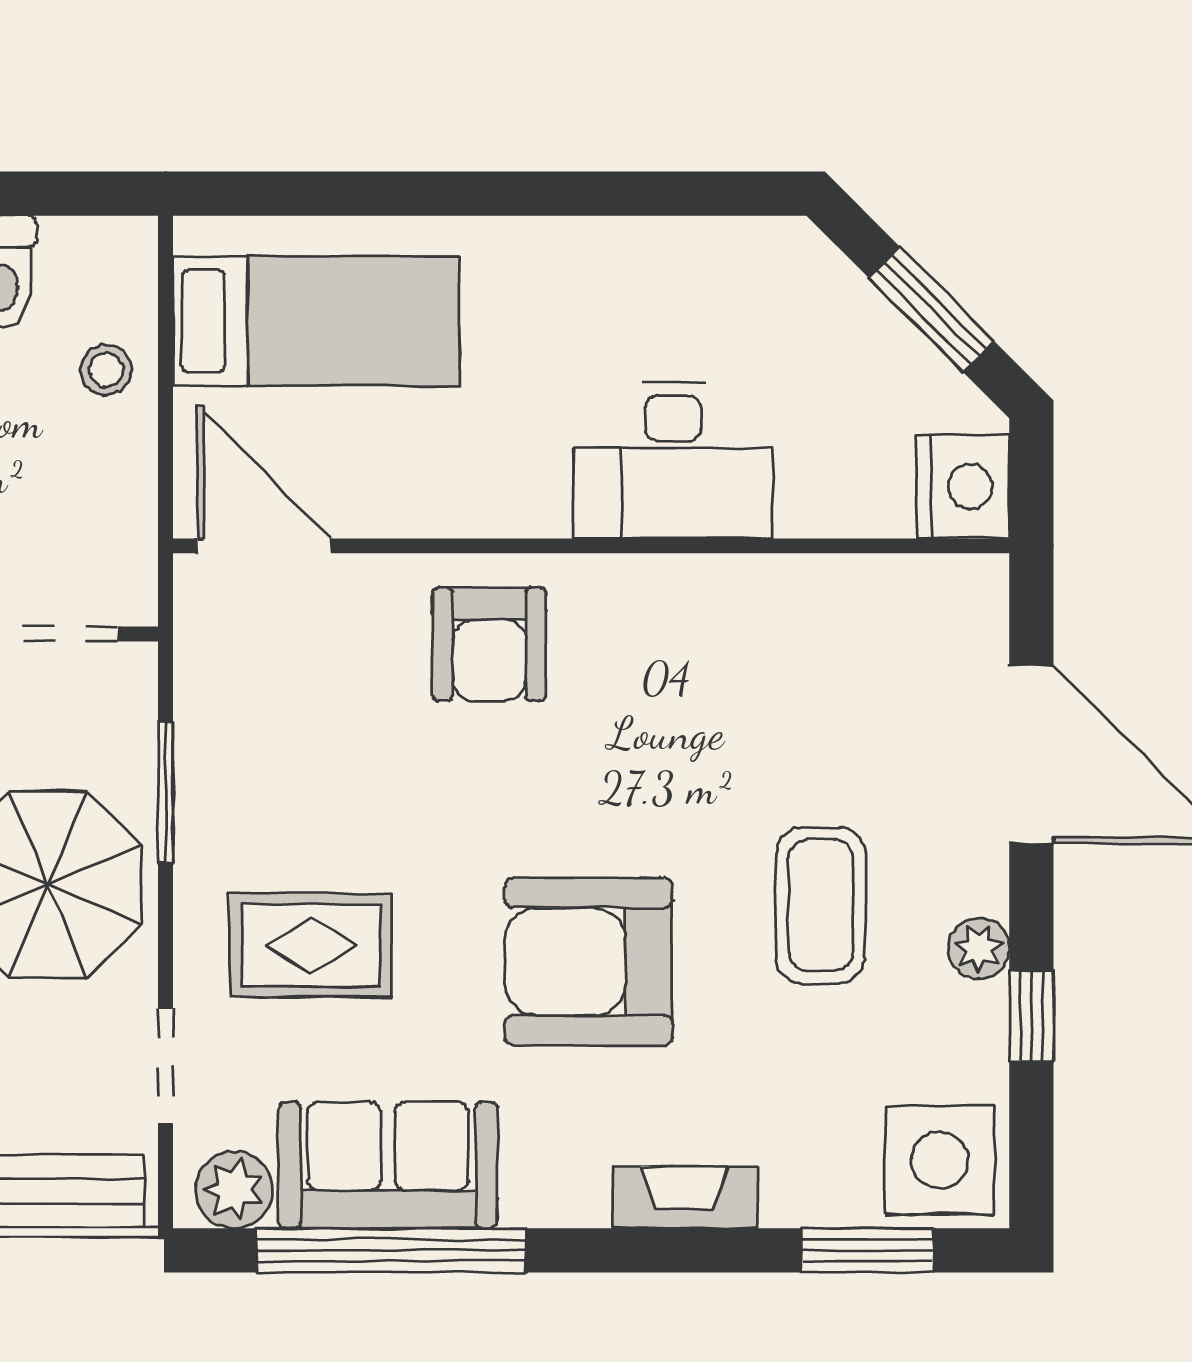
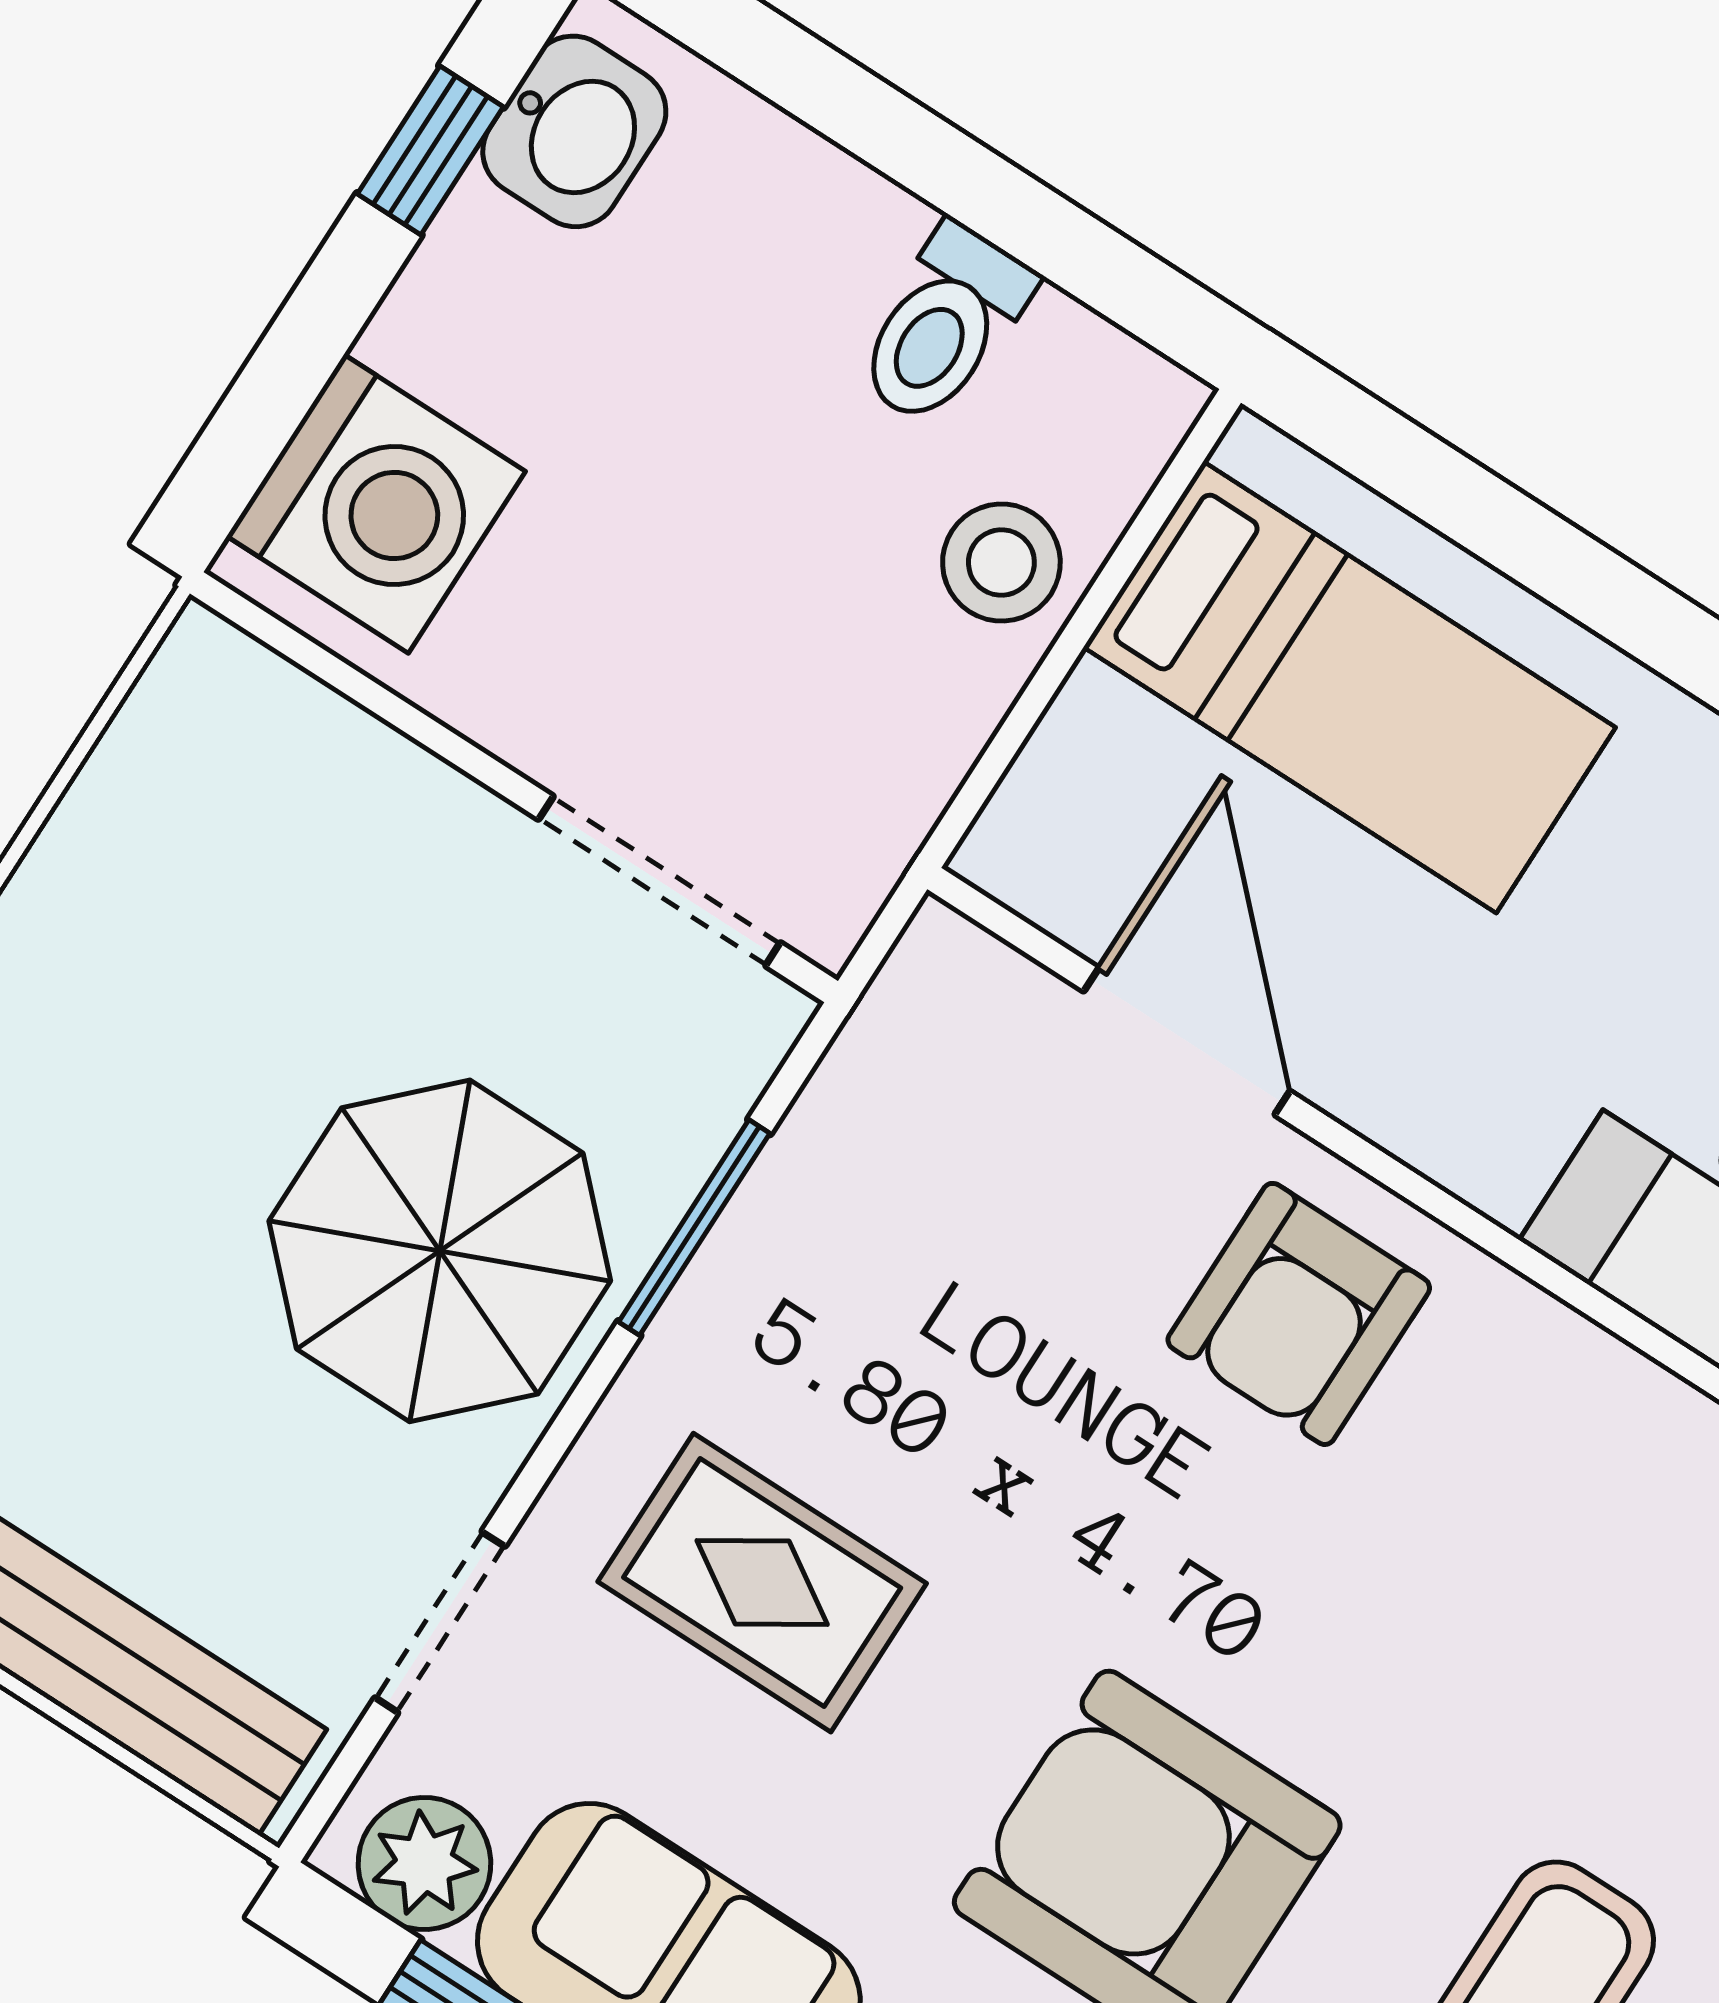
stool: (106, 370) -> (1001, 563), width x1.37, depth x1.37
door: (264, 546) -> (1187, 1041), moved

